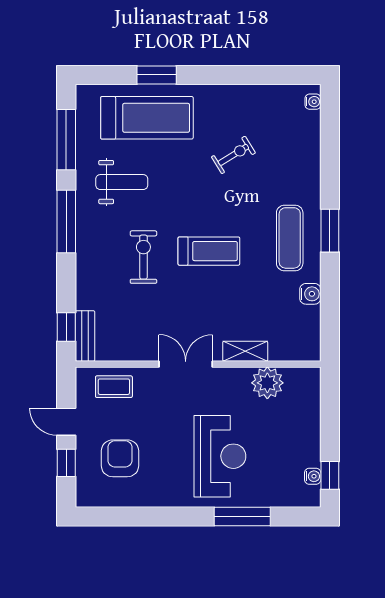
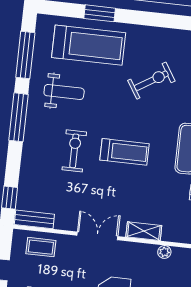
exercise bike: (233, 155) -> (151, 81), width x1.38, depth x1.39
bench: (85, 336) -> (34, 219), moved, turned 90
plant: (267, 383) -> (164, 252), width x0.53, depth x0.53

